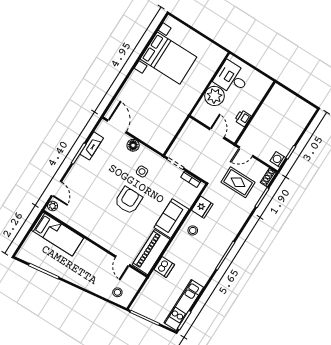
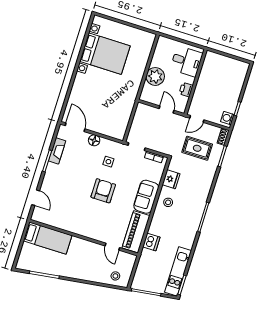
desk: (232, 78) -> (186, 61), moved, turned 180
plant: (53, 206) -> (36, 214), removed

